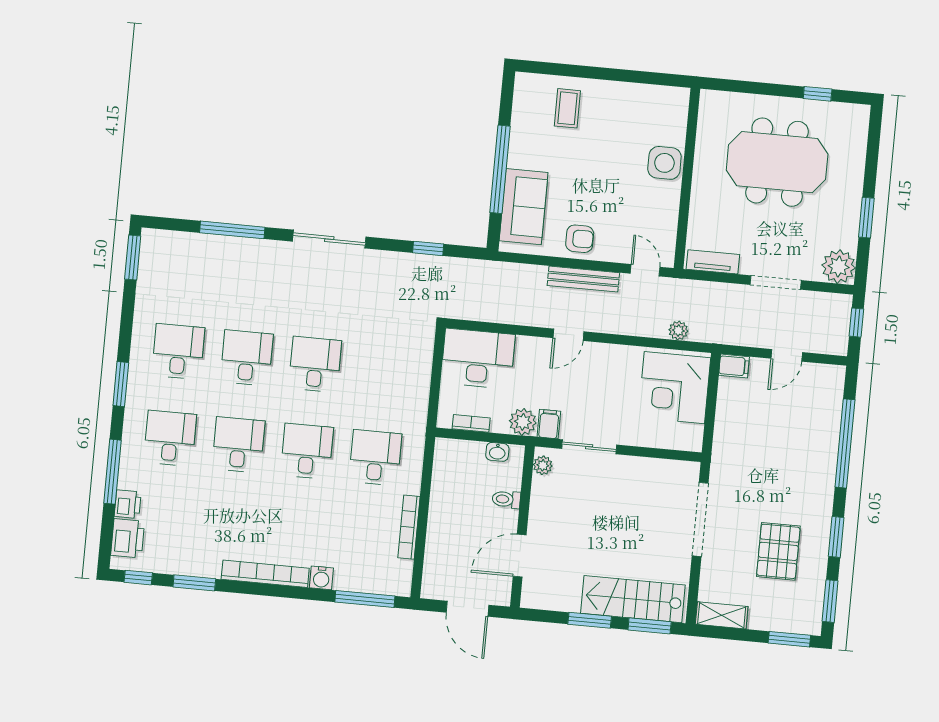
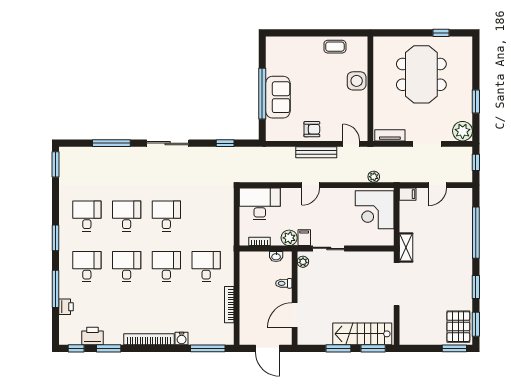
coffee table: (567, 108) -> (335, 47), moved, turned 90
meeting table: (777, 162) -> (421, 74), turned 90
sofa: (524, 207) -> (278, 97), moved
printer: (128, 538) -> (92, 336), moved, turned -90
pallet: (778, 551) -> (458, 327), moved
shelving: (722, 615) -> (406, 248), moved, turned 90

